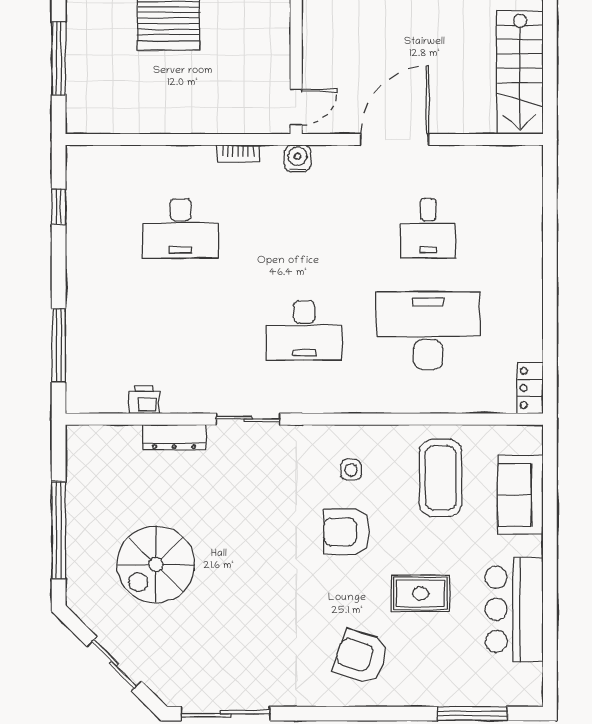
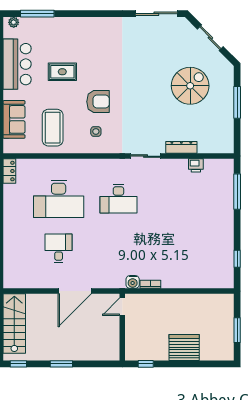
window: (59, 59) -> (237, 330), width x0.69
water cooler: (298, 158) -> (133, 282), moved
desk: (180, 228) -> (178, 248), removed
desk: (304, 331) -> (118, 199), turned 180
window: (59, 530) -> (237, 102), width x0.68
armchair: (361, 657) -> (91, 41), removed
plant: (521, 696) -> (14, 22), added

